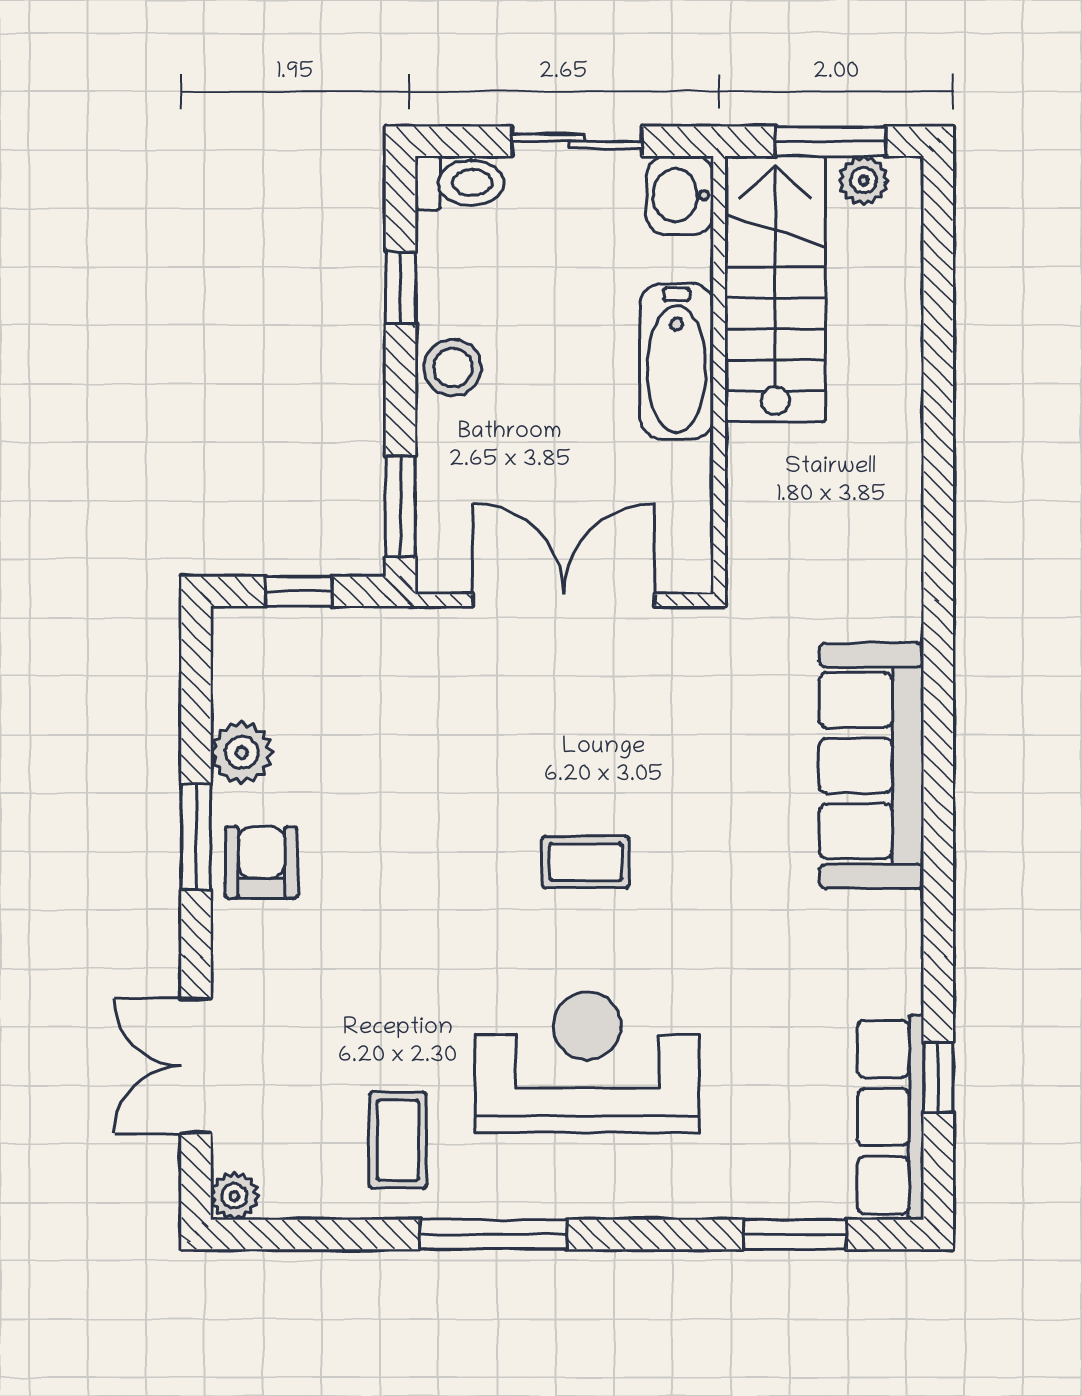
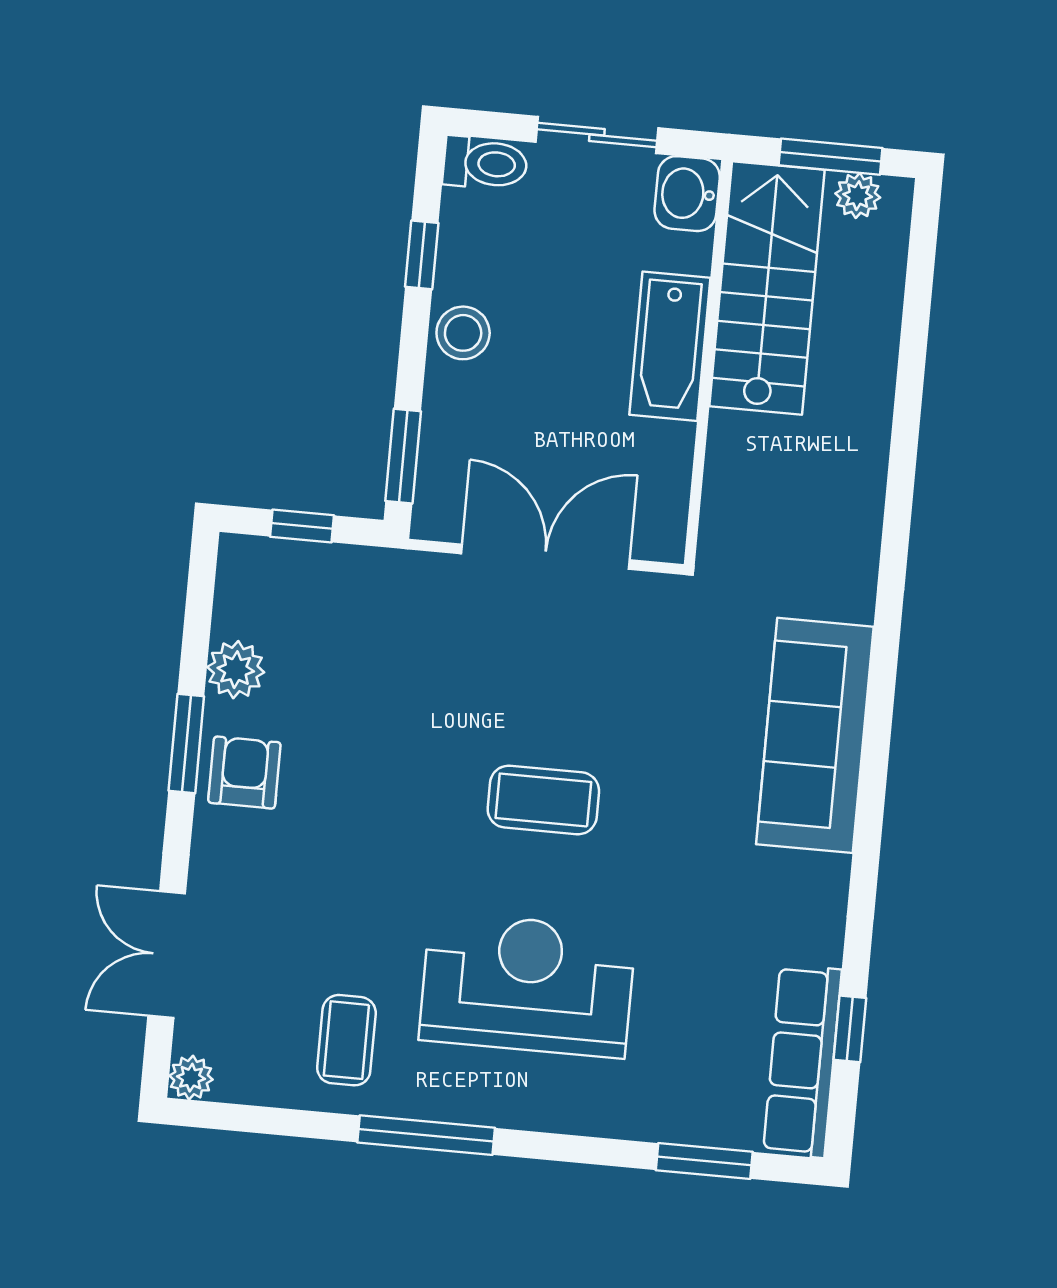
coffee table: (586, 862) -> (543, 800), width x1.36, depth x1.30

